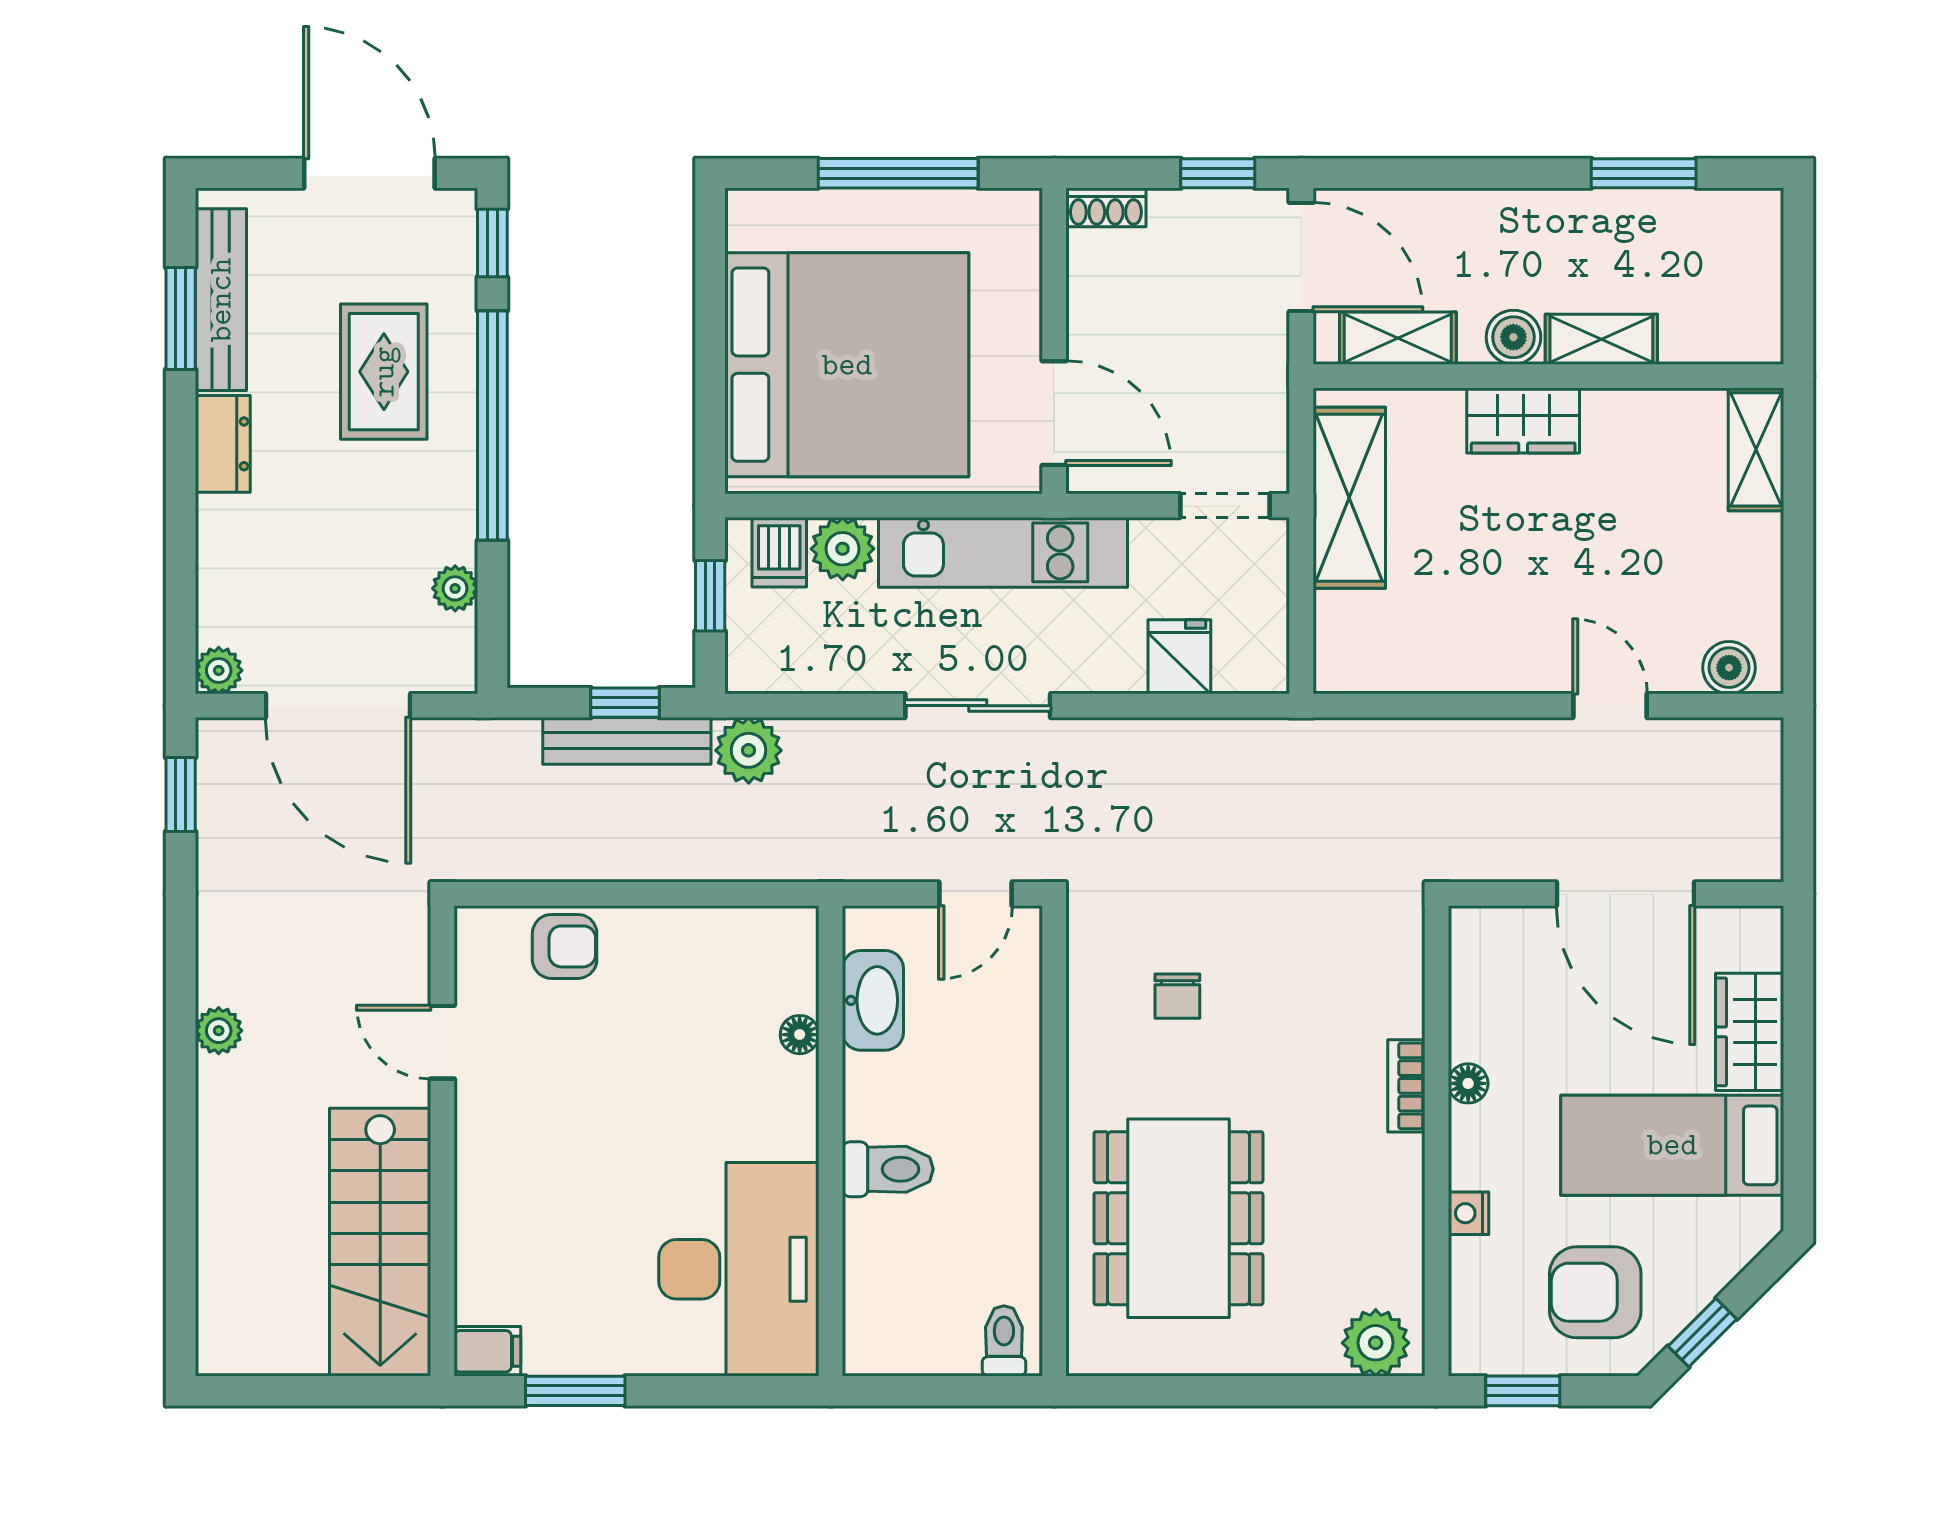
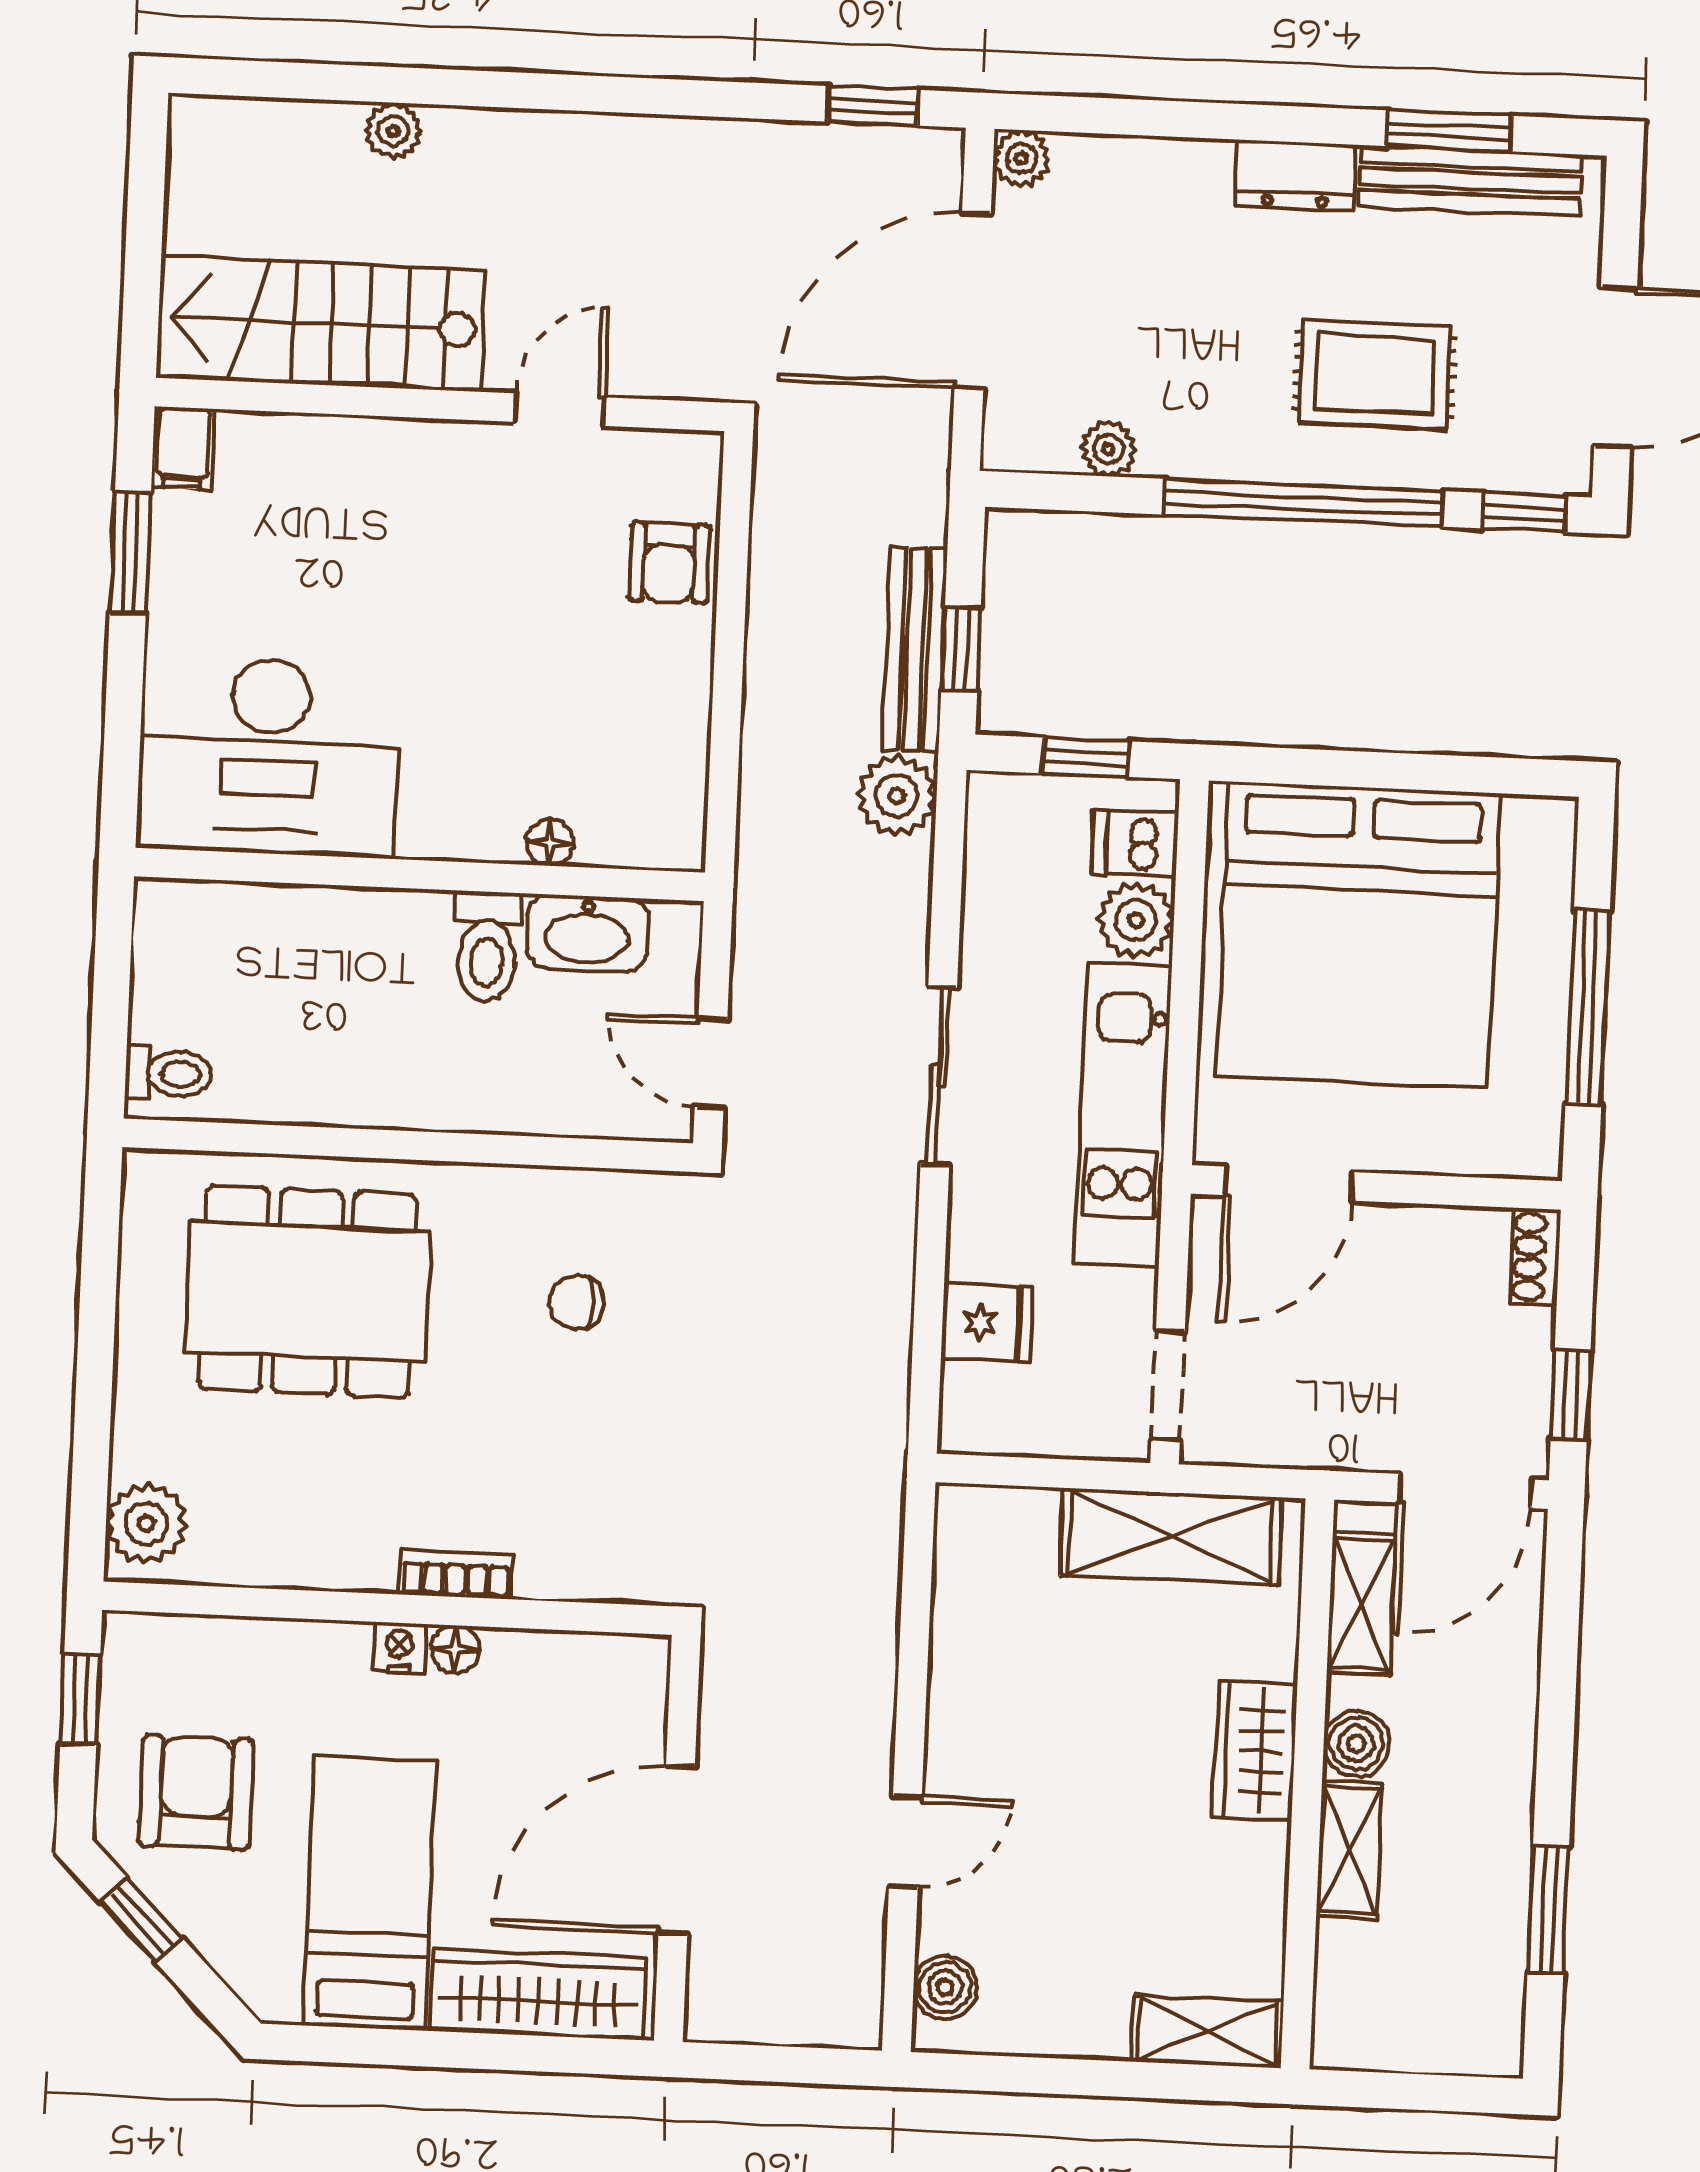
plant: (219, 1031) -> (393, 131), moved
wardrobe: (1750, 1032) -> (538, 1994), width x1.50
toilet: (888, 1169) -> (487, 947), moved
nightstand: (1469, 1213) -> (400, 1647), moved

